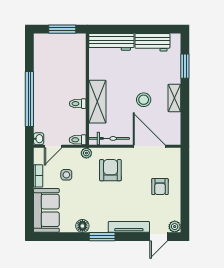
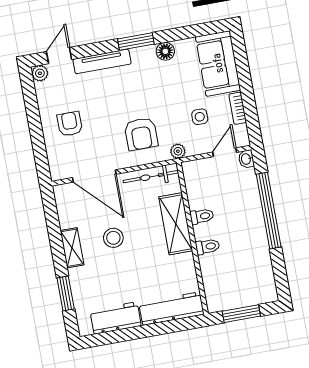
toilet: (78, 140) -> (208, 247), moved

